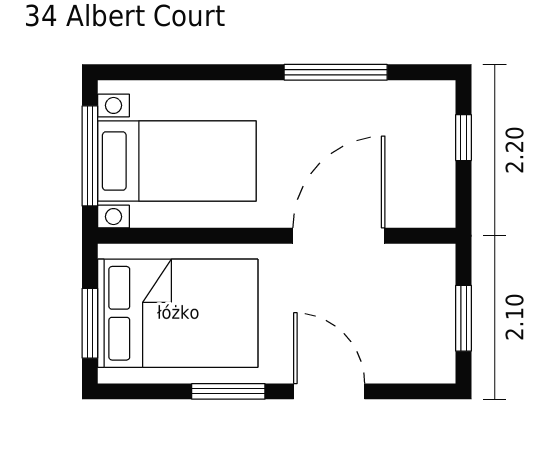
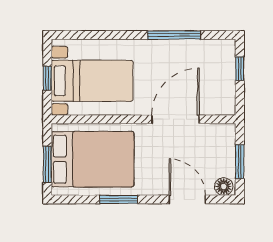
window: (90, 156) -> (47, 78), width x0.46
floor lamp: (432, 366) -> (224, 186), added
door: (329, 391) -> (187, 199), moved

